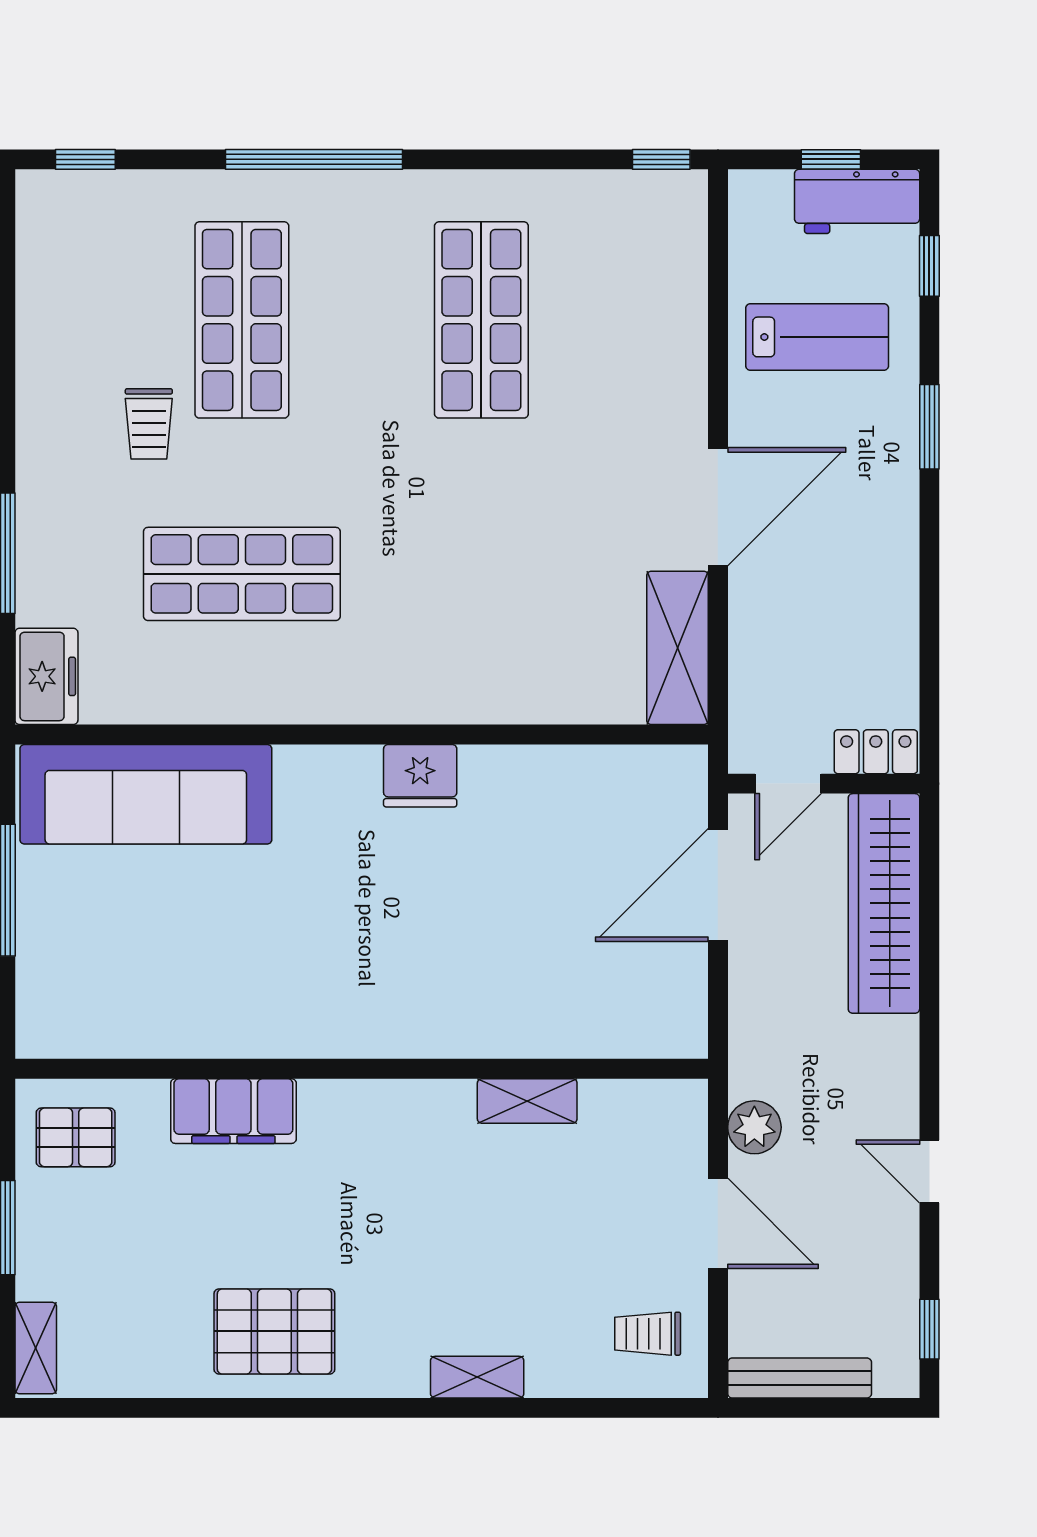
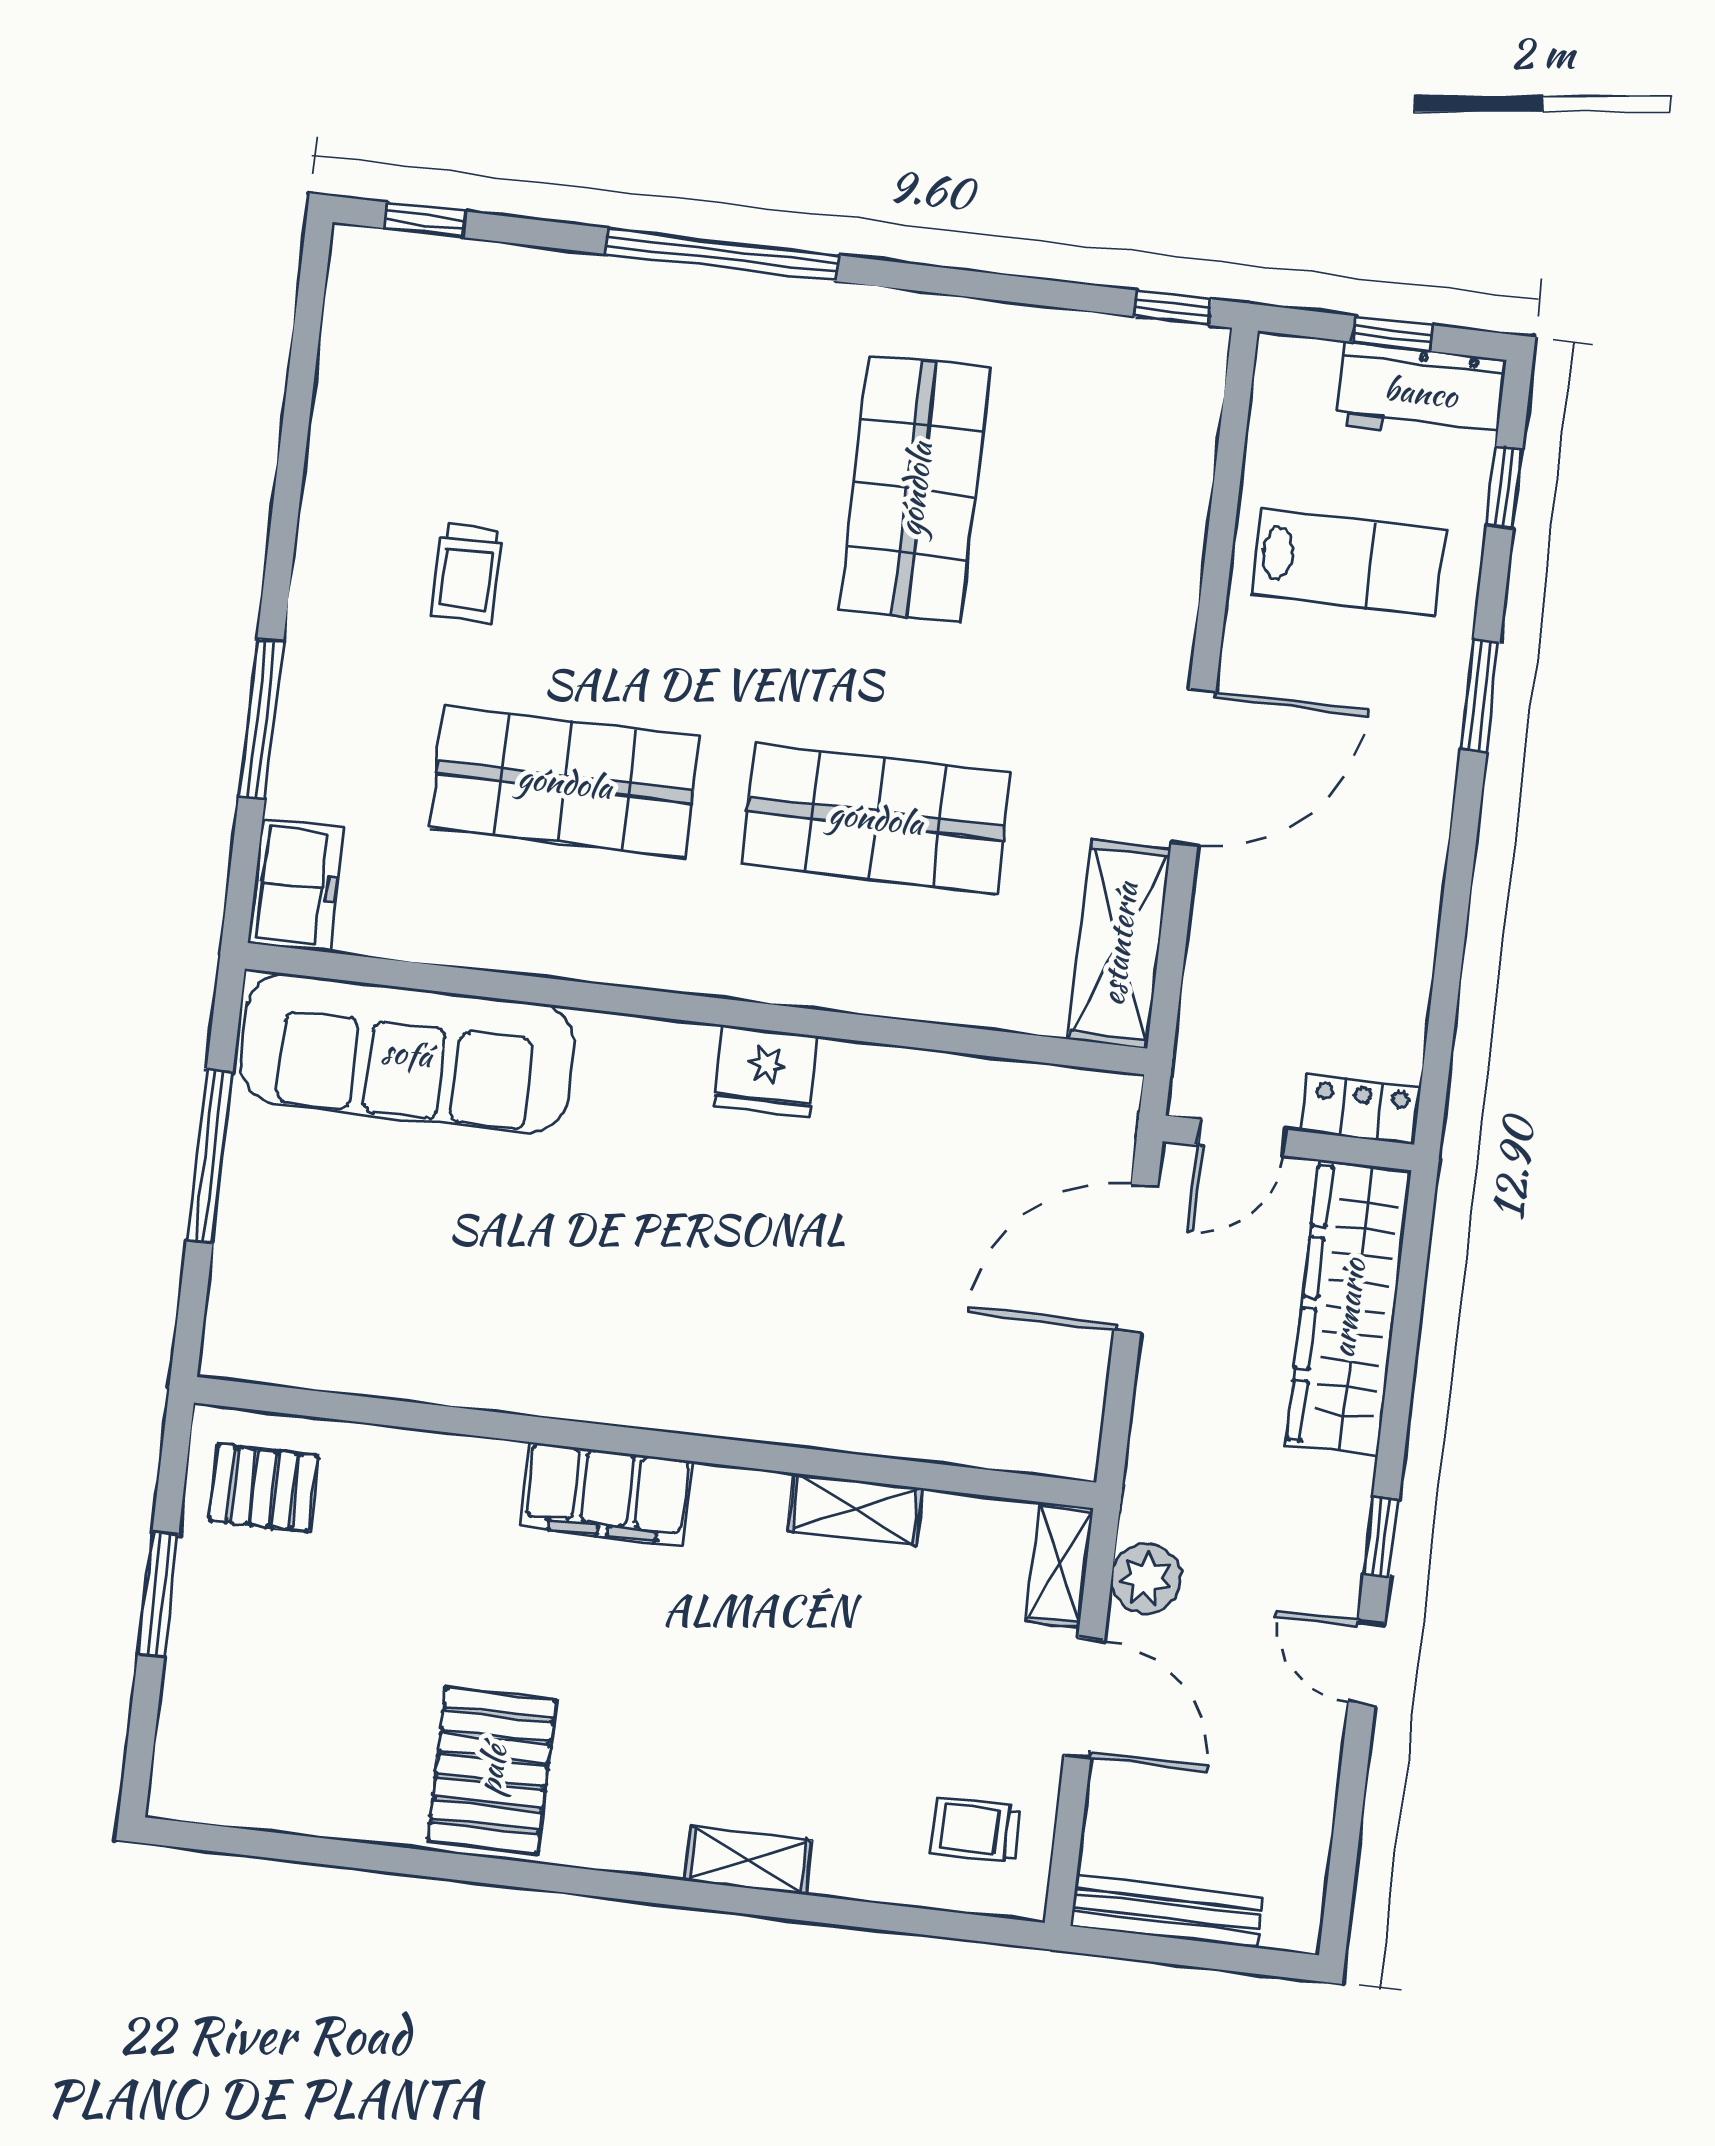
shop shelf: (242, 320) -> (876, 818), moved, turned 90
filing cabinet: (233, 1111) -> (607, 1494), moved
window: (929, 1329) -> (1381, 1537), moved
pallet: (274, 1331) -> (492, 1770), turned 90
shelving: (36, 1348) -> (1060, 1565), moved

